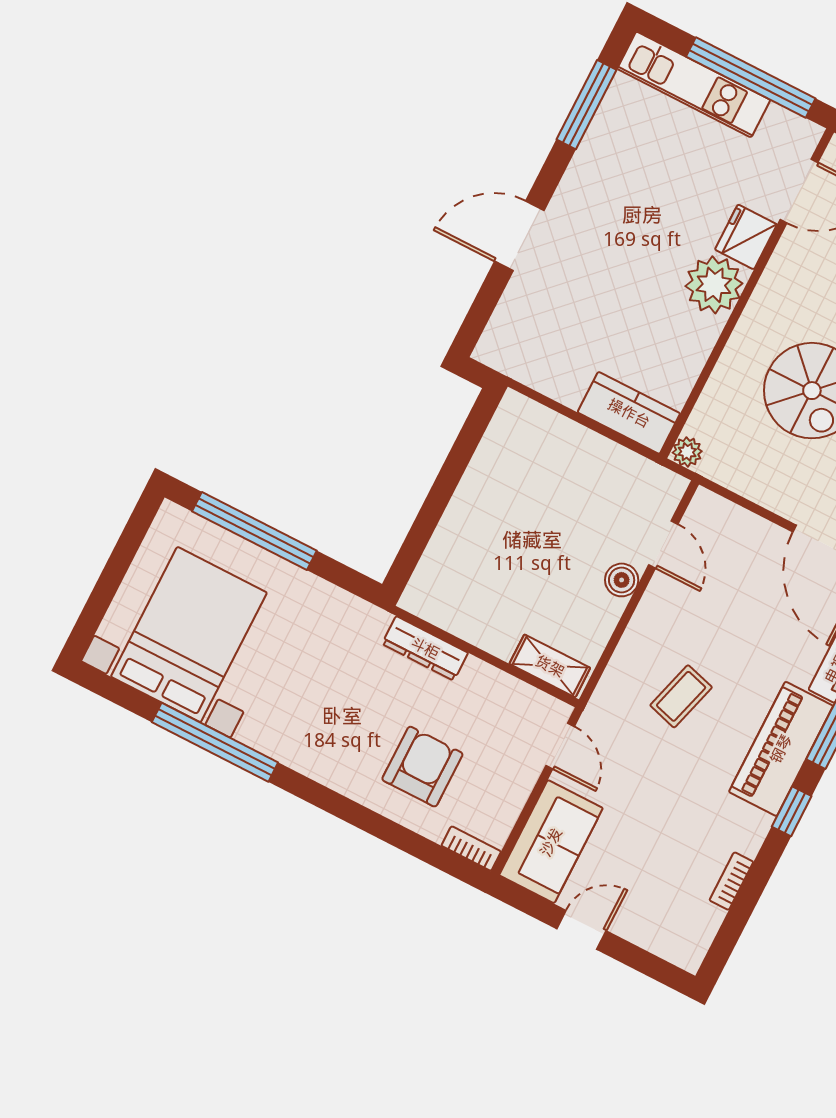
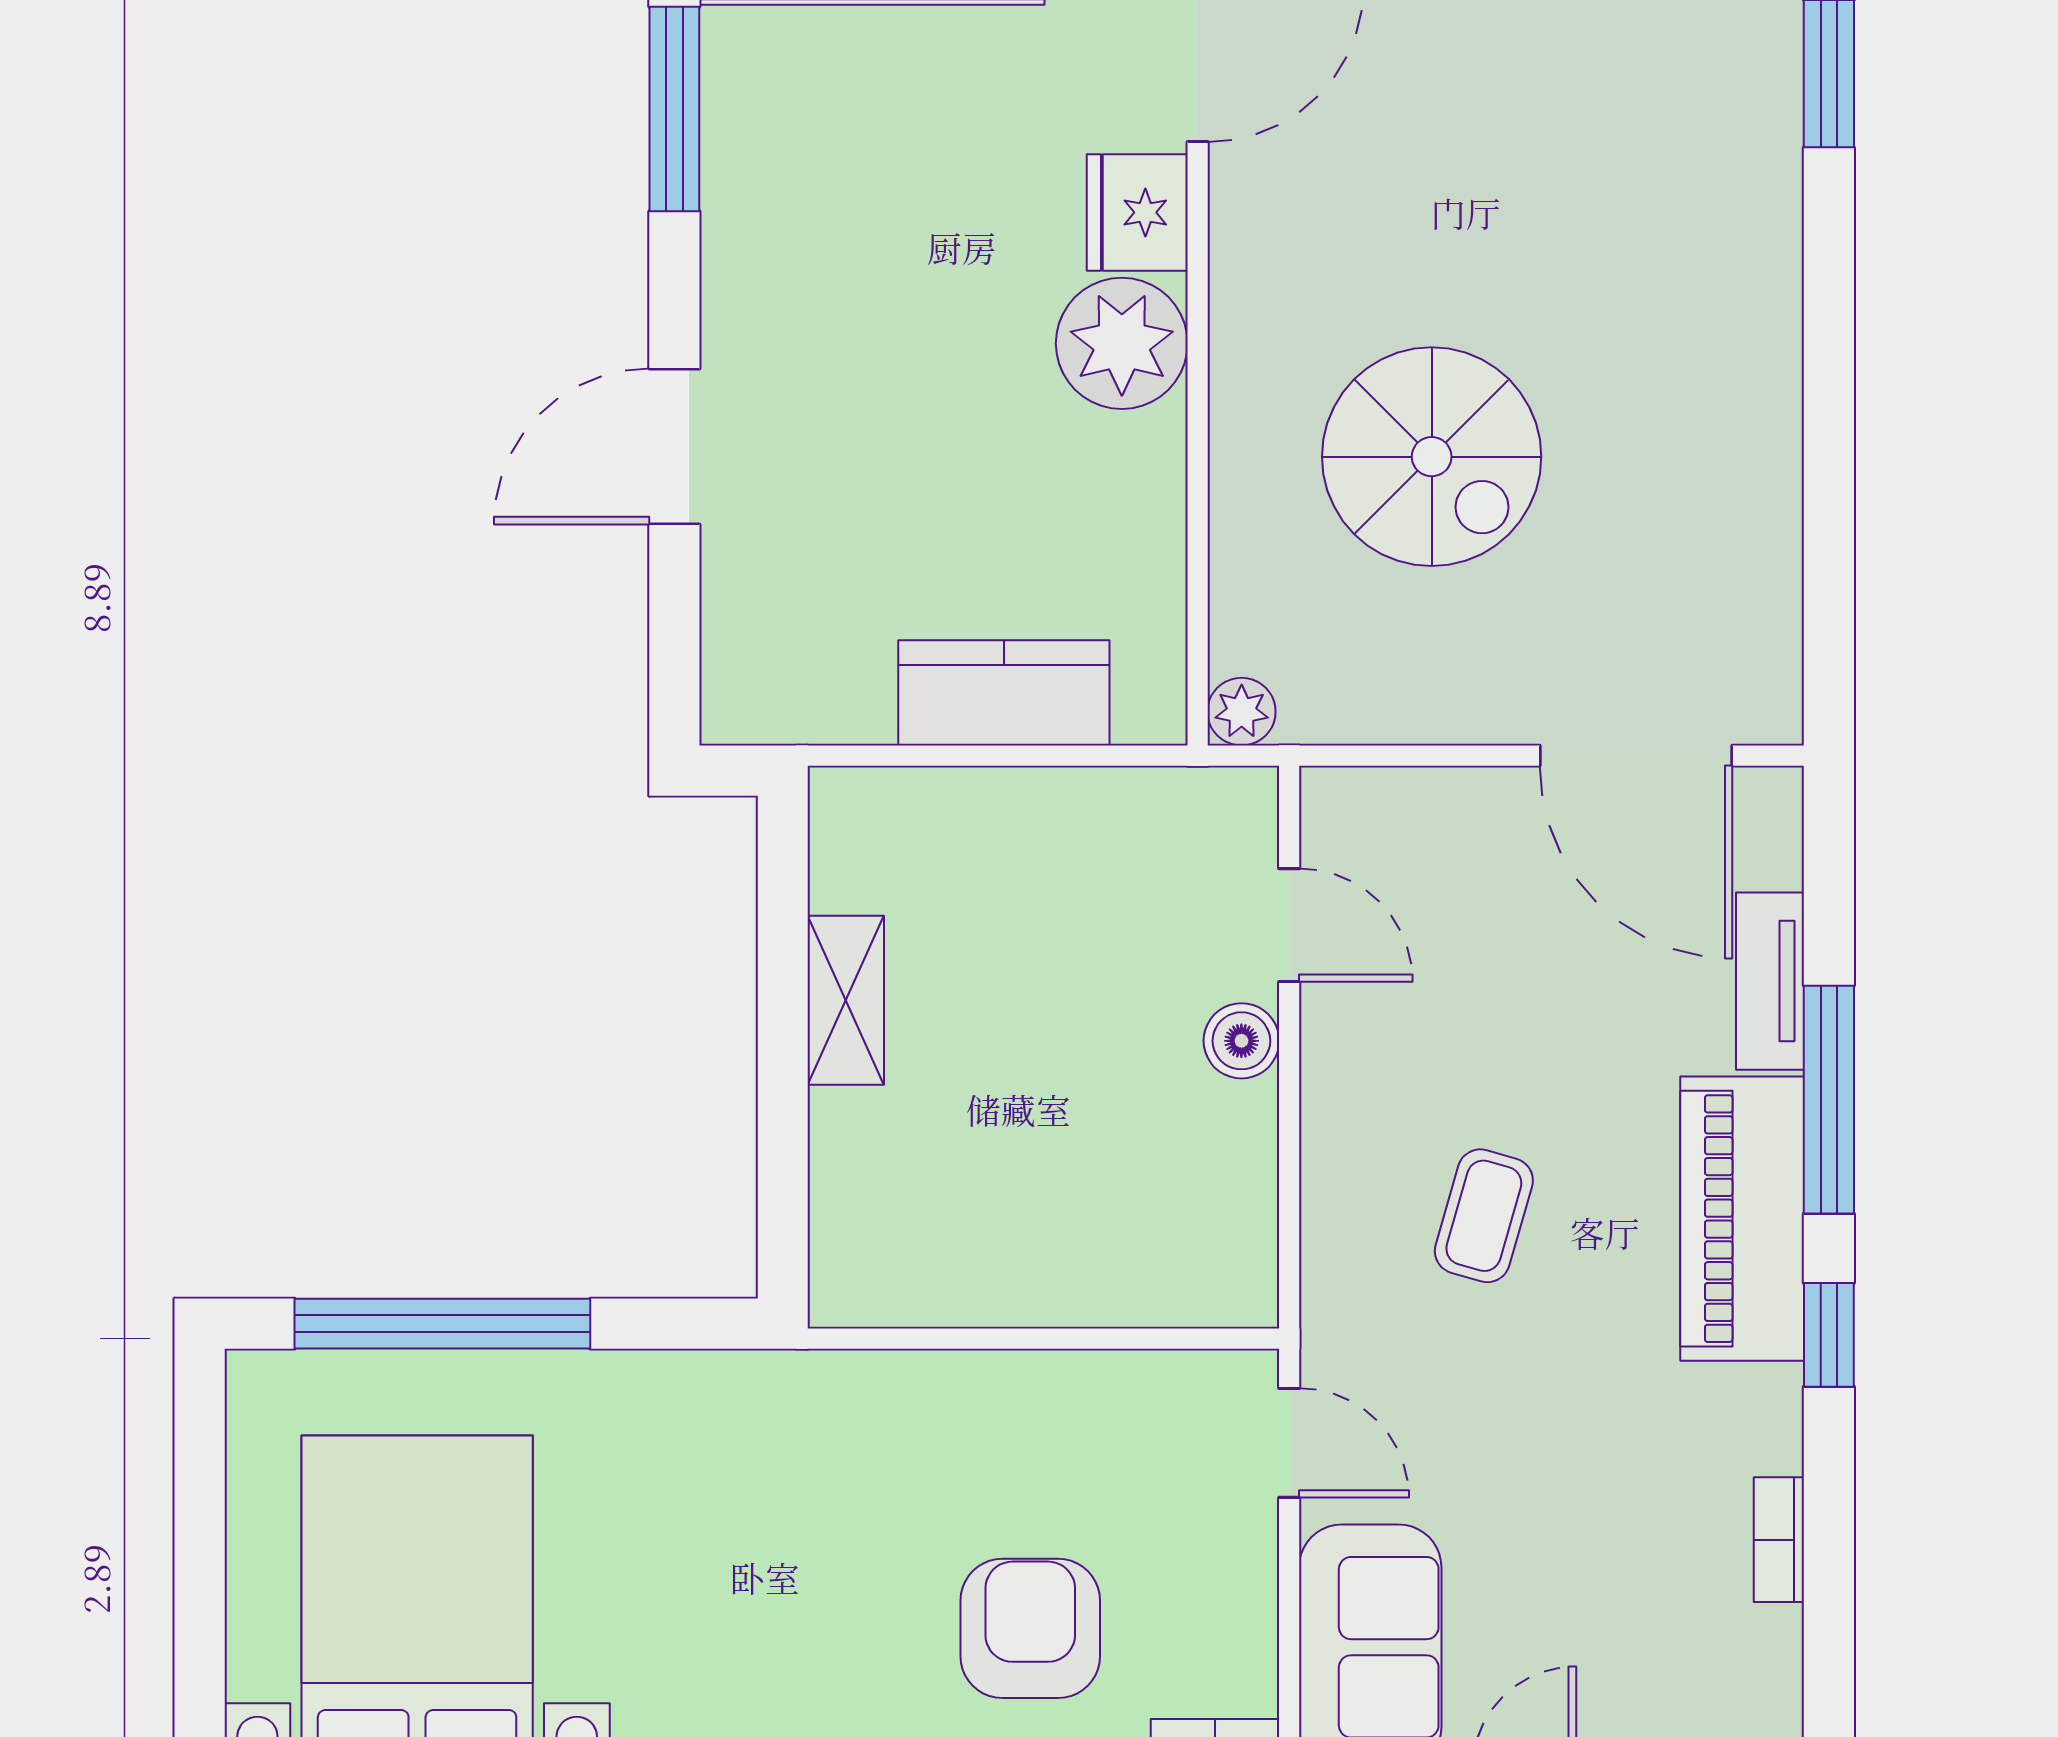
kitchen counter: (629, 413) -> (1004, 693), moved
dresser: (425, 648) -> (912, 1385), removed
shelving: (550, 666) -> (846, 1000), moved, turned 90

